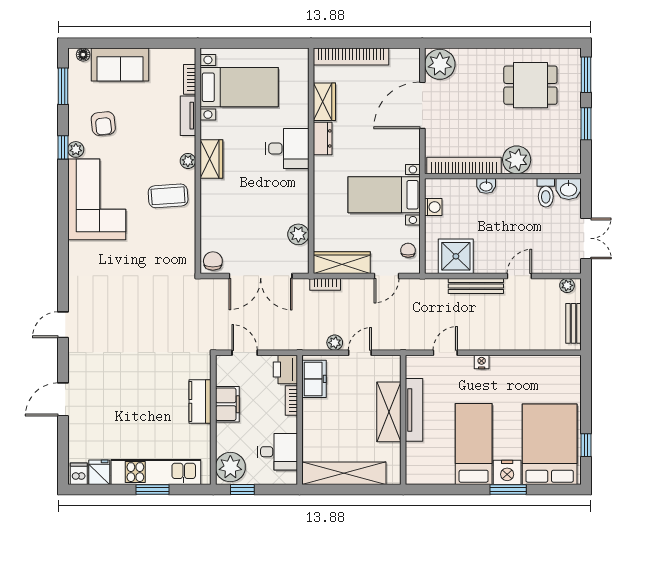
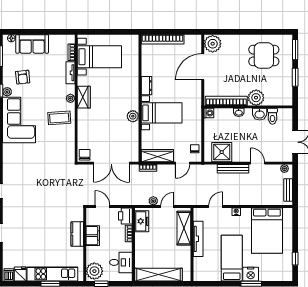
wardrobe: (324, 102) -> (147, 65), removed
desk: (287, 148) -> (126, 91), removed
washbasin: (569, 189) -> (260, 114), moved
bed with nightstands: (384, 195) -> (162, 113), moved, turned 180
washing machine: (433, 207) -> (209, 113), moved
plant: (298, 234) -> (133, 116), moved
door: (519, 276) -> (258, 163), hinge flipped
shelving: (389, 412) -> (184, 228), moved
bed: (550, 444) -> (267, 231), moved, turned 180

